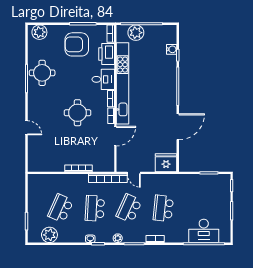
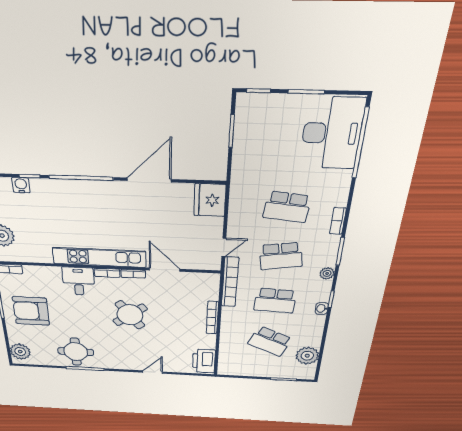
armchair: (77, 44) -> (31, 311), turned 90
printer: (107, 54) -> (204, 361), moved, turned 90
kitchen unit: (123, 83) -> (99, 257), width x0.73
round table: (78, 113) -> (130, 315), turned -37
door: (178, 127) -> (149, 180), hinge flipped
school desk: (129, 208) -> (281, 256), turned -33
desk: (204, 231) -> (332, 133), width x1.36, depth x1.30

